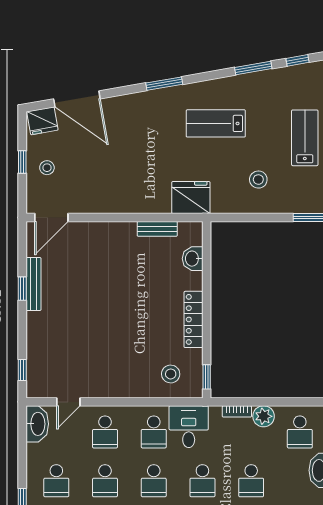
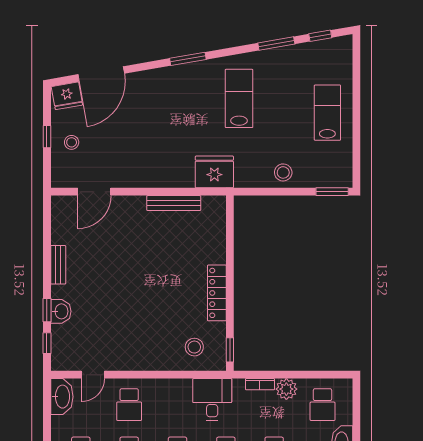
door: (77, 99) -> (101, 74), hinge flipped
lab bench: (216, 123) -> (239, 98), turned 90
stool: (258, 180) -> (283, 172), moved
door: (51, 217) -> (94, 192), moved
bench: (157, 229) -> (174, 203), width x1.36
washbasin: (193, 259) -> (61, 311), moved, turned 180
bench: (33, 284) -> (58, 265), width x0.73
window: (22, 289) -> (47, 310), moved
school desk: (154, 432) -> (177, 405), removed

